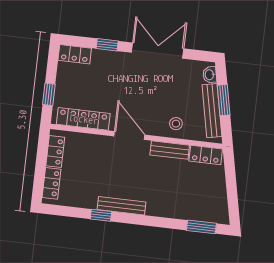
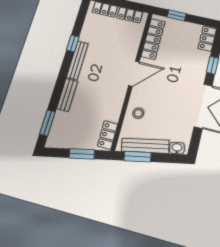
window: (224, 100) -> (138, 157), moved
bench: (170, 150) -> (67, 95), moved
window: (231, 181) -> (82, 154), added

